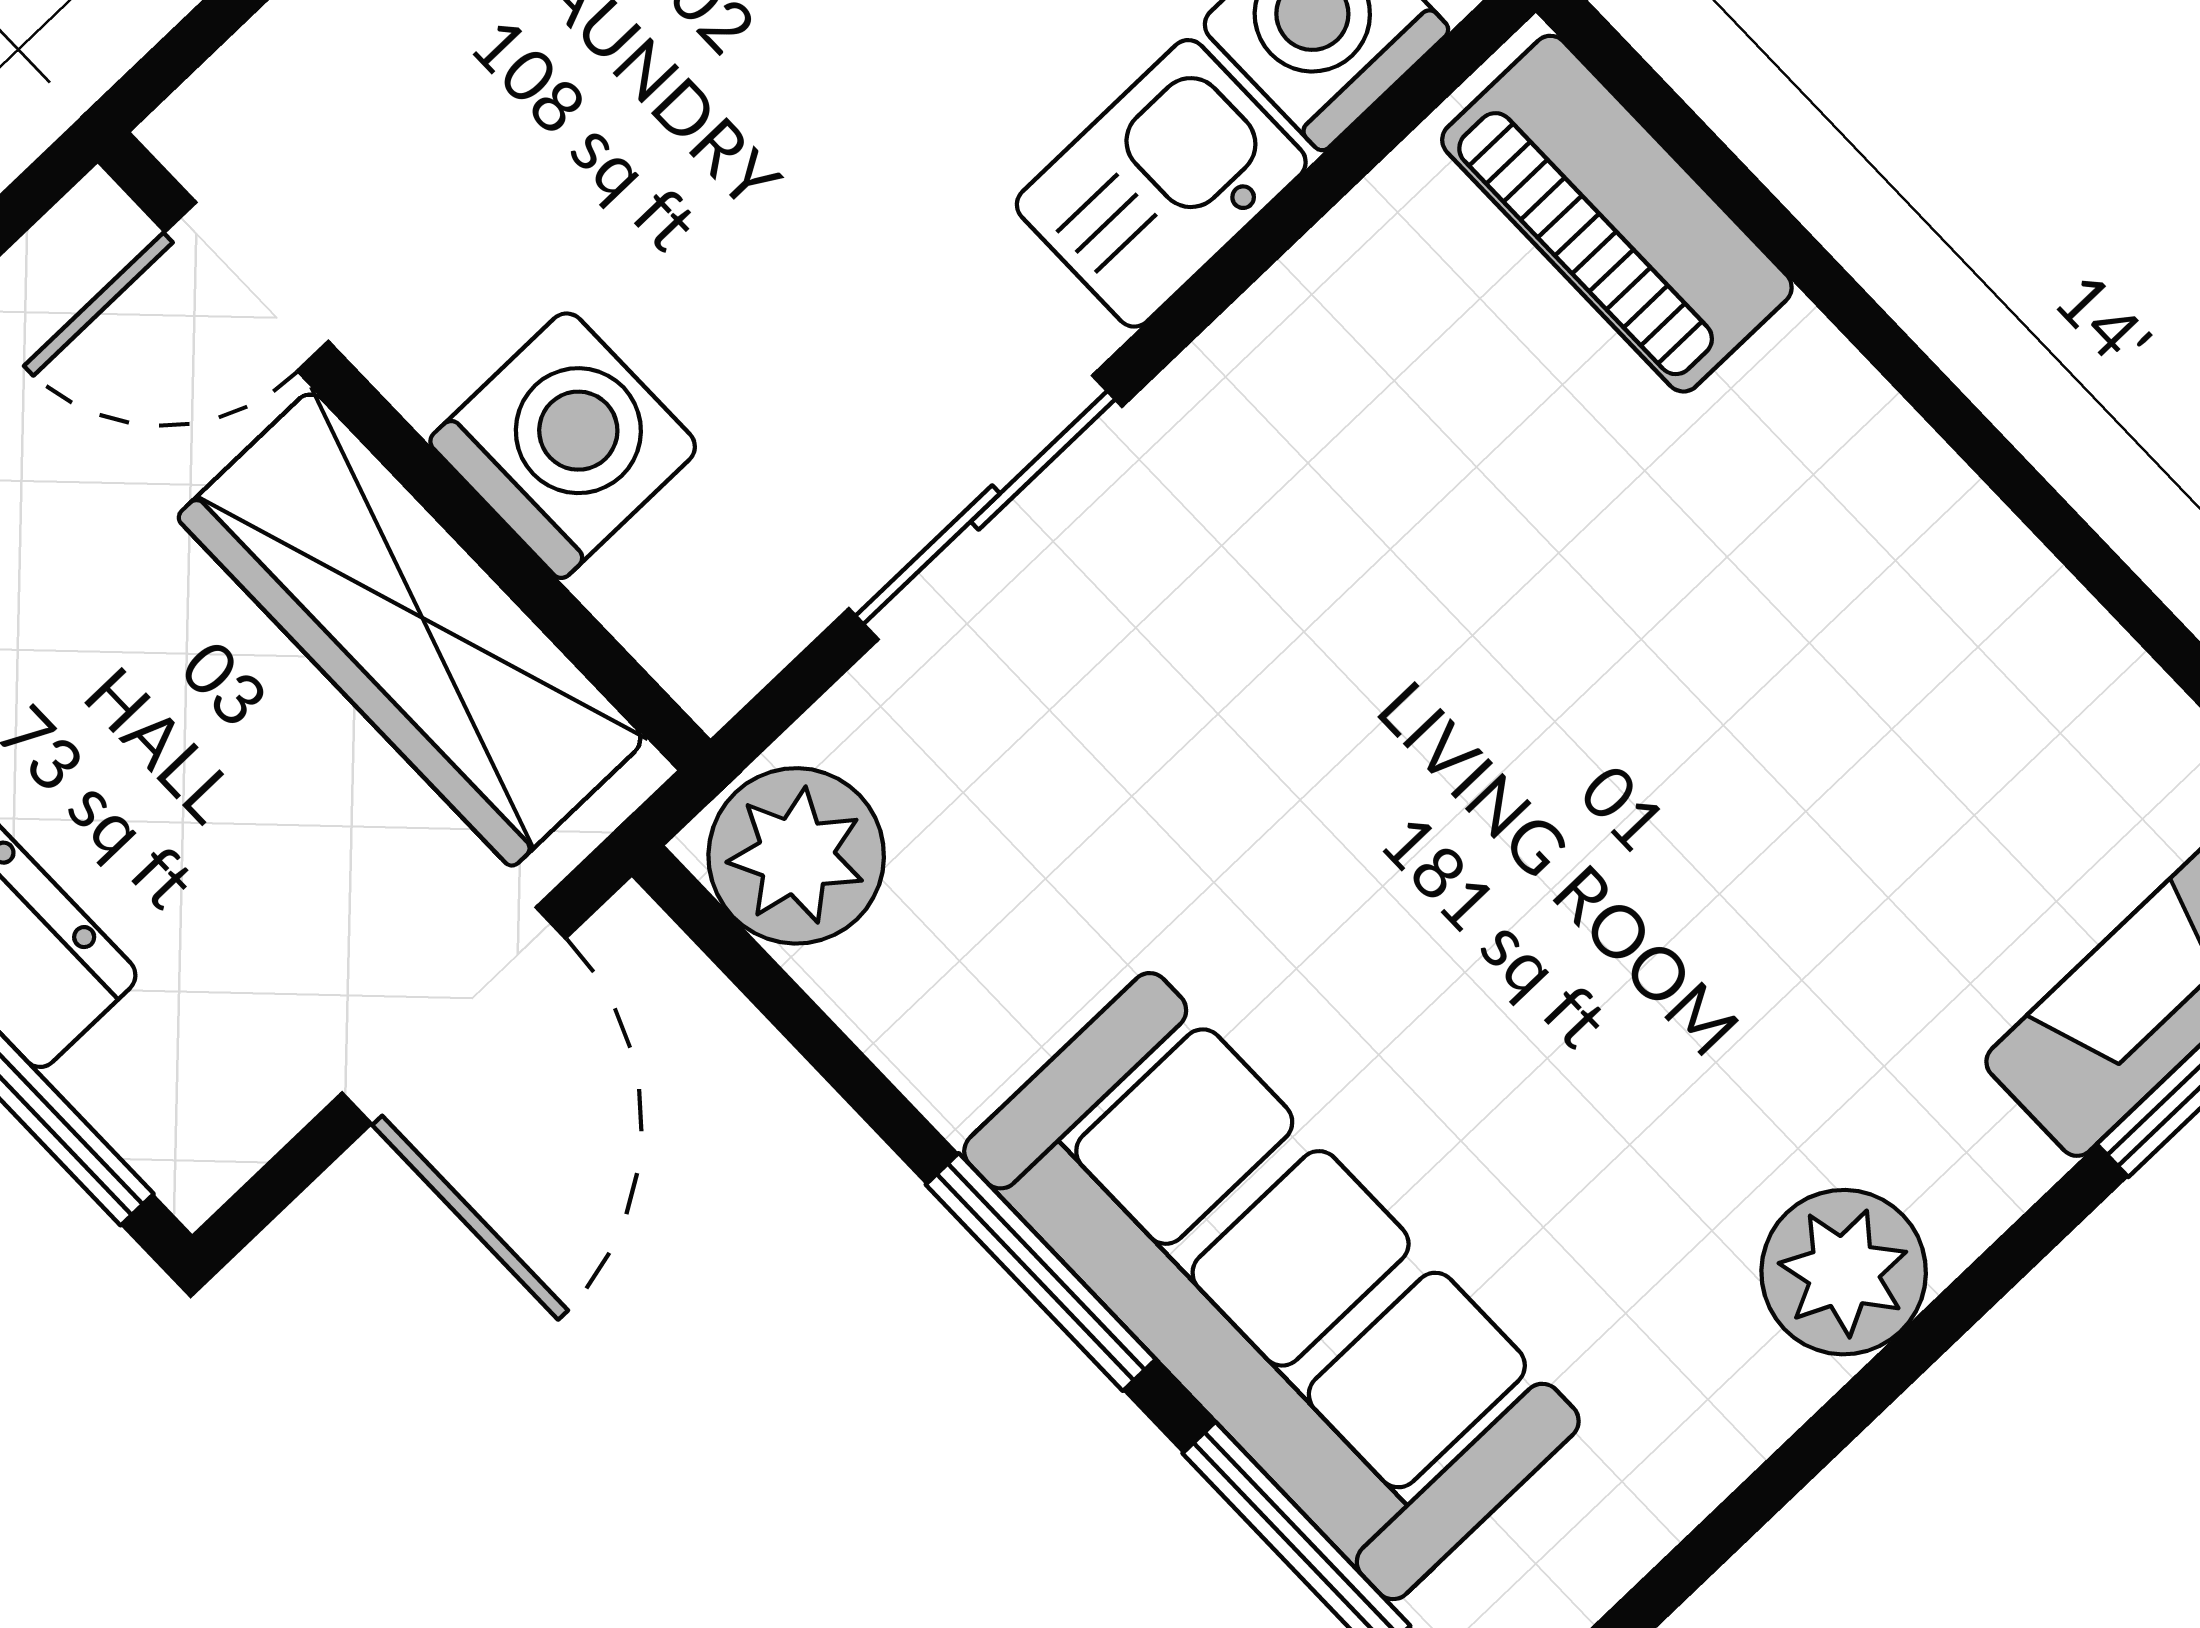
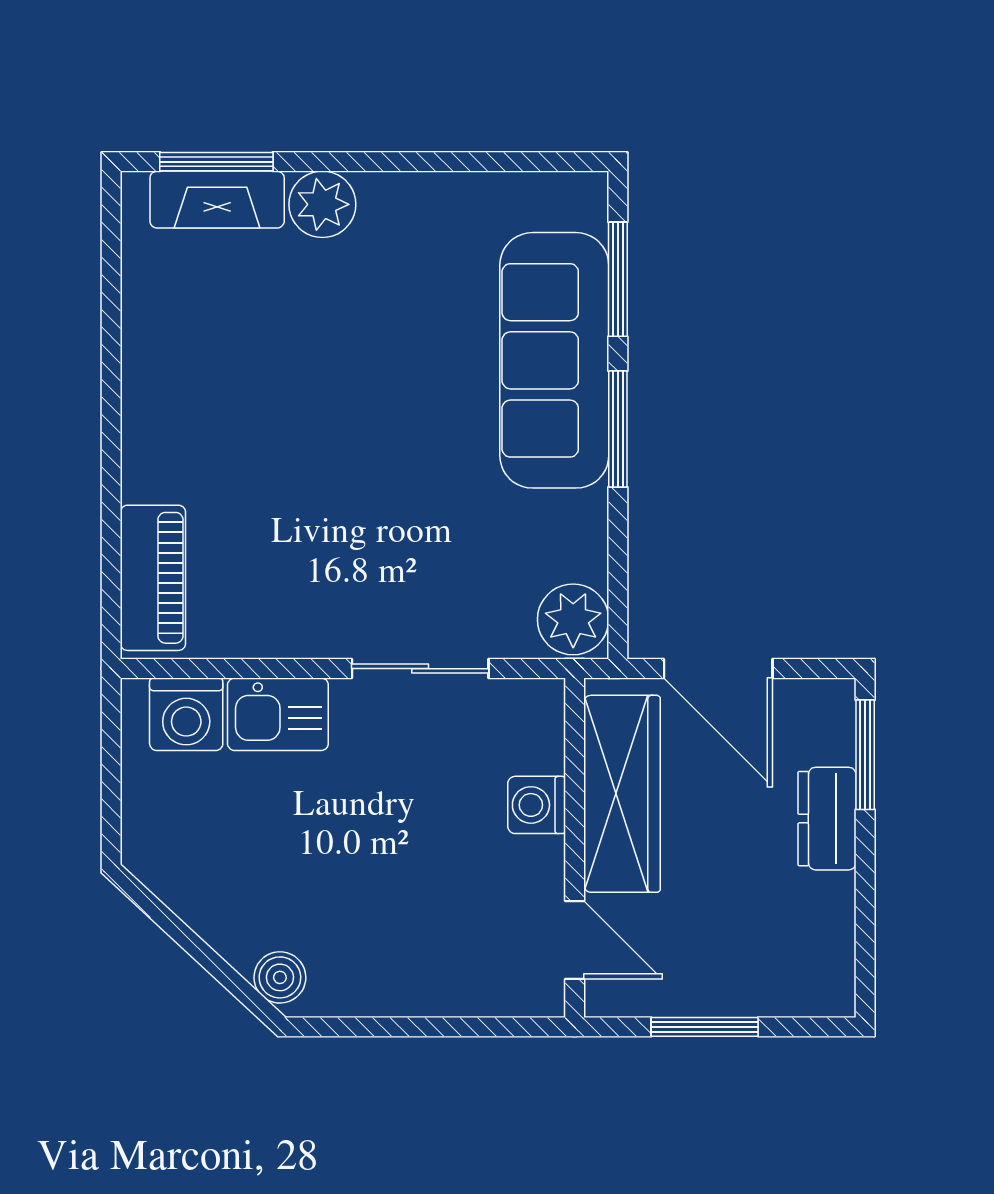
washing machine: (564, 444) -> (537, 805), width x0.73, depth x0.73
door: (454, 1016) -> (718, 669), swing flipped
plant: (1844, 1272) -> (322, 204), moved

